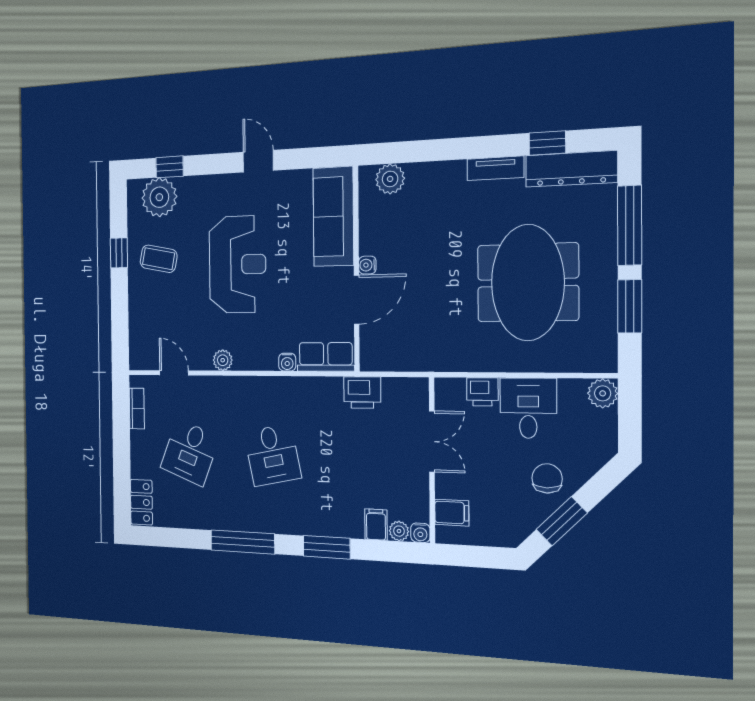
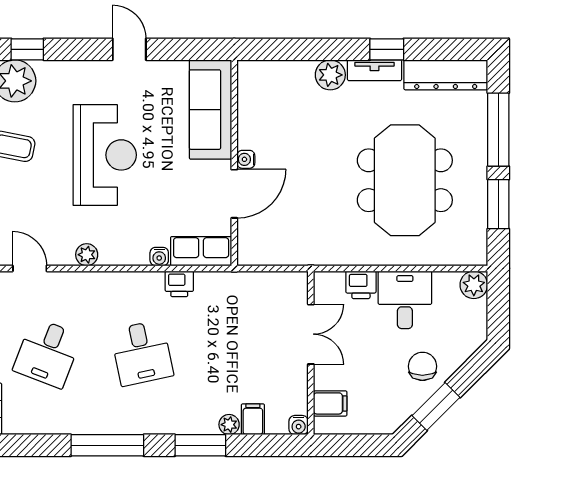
window: (547, 143) -> (387, 49), moved
plant: (390, 179) -> (330, 75), moved
printer: (362, 393) -> (179, 284), moved, width x0.73, depth x0.81
plant: (399, 531) -> (229, 425), moved

